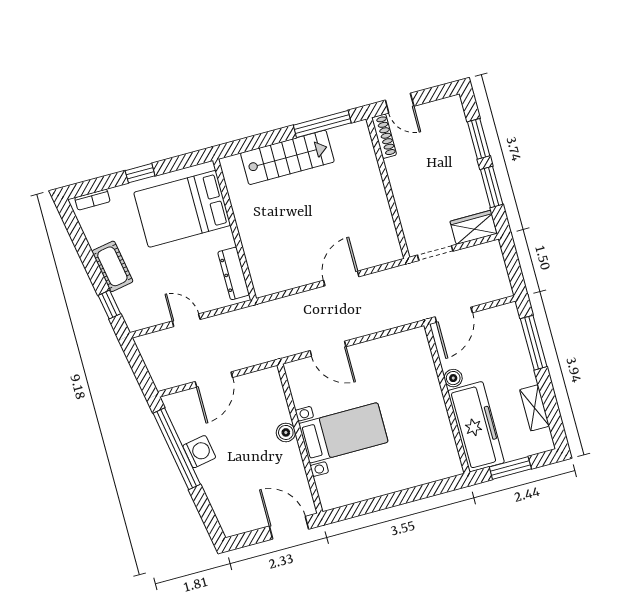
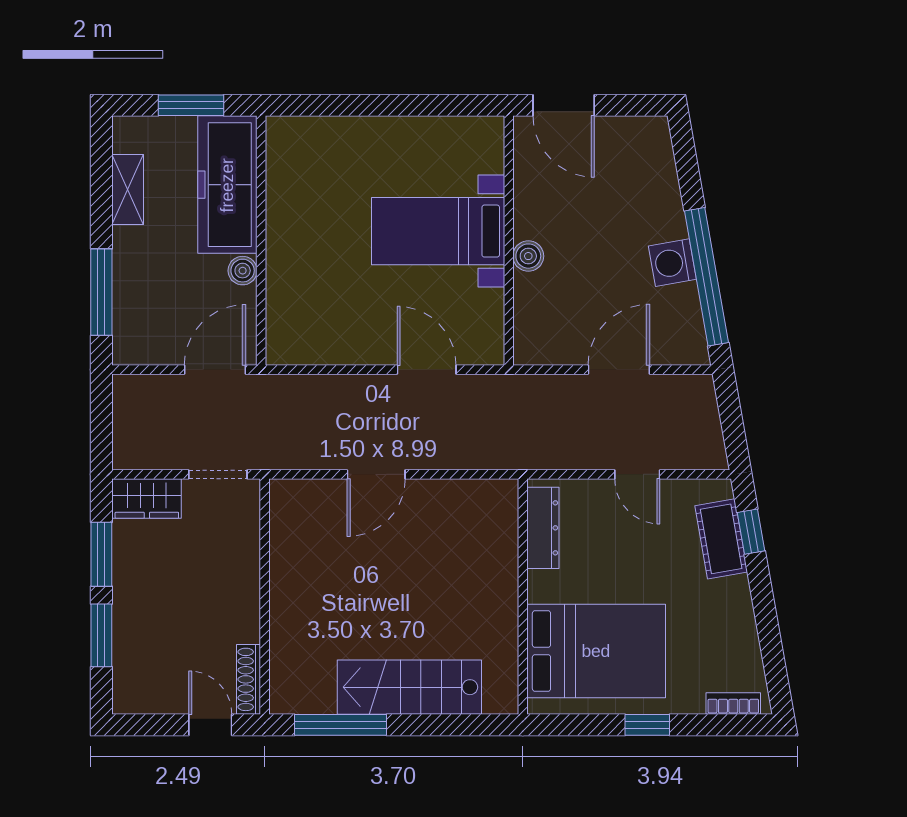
cot: (112, 266) -> (721, 539), moved

